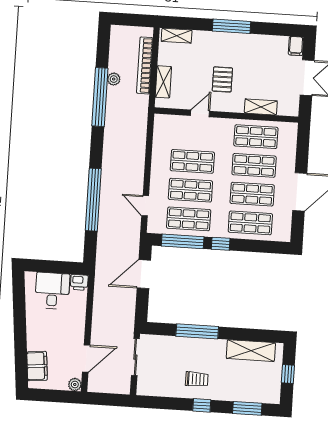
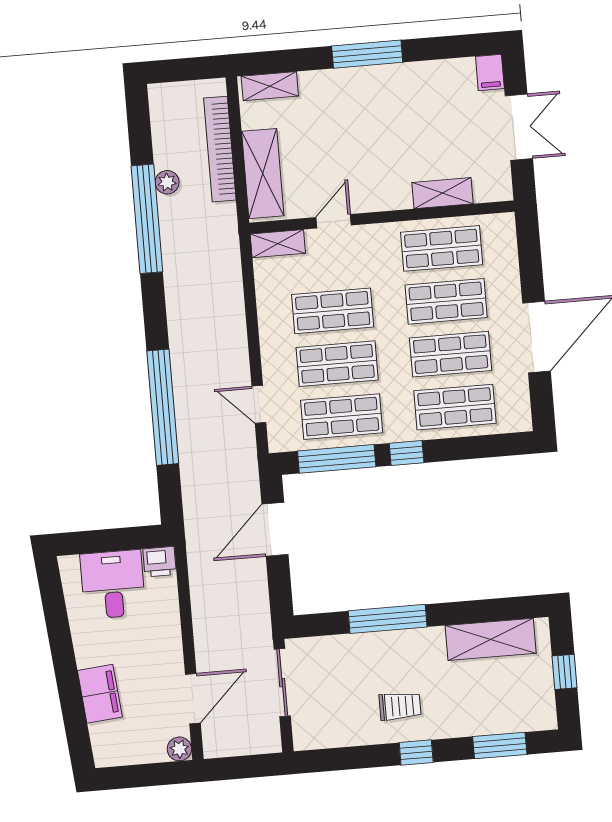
pallet: (222, 79) -> (365, 153), removed
shelving: (163, 82) -> (263, 174), width x1.50, depth x1.33
shelving: (168, 121) -> (278, 244), added
filing cabinet: (37, 366) -> (100, 694), moved

